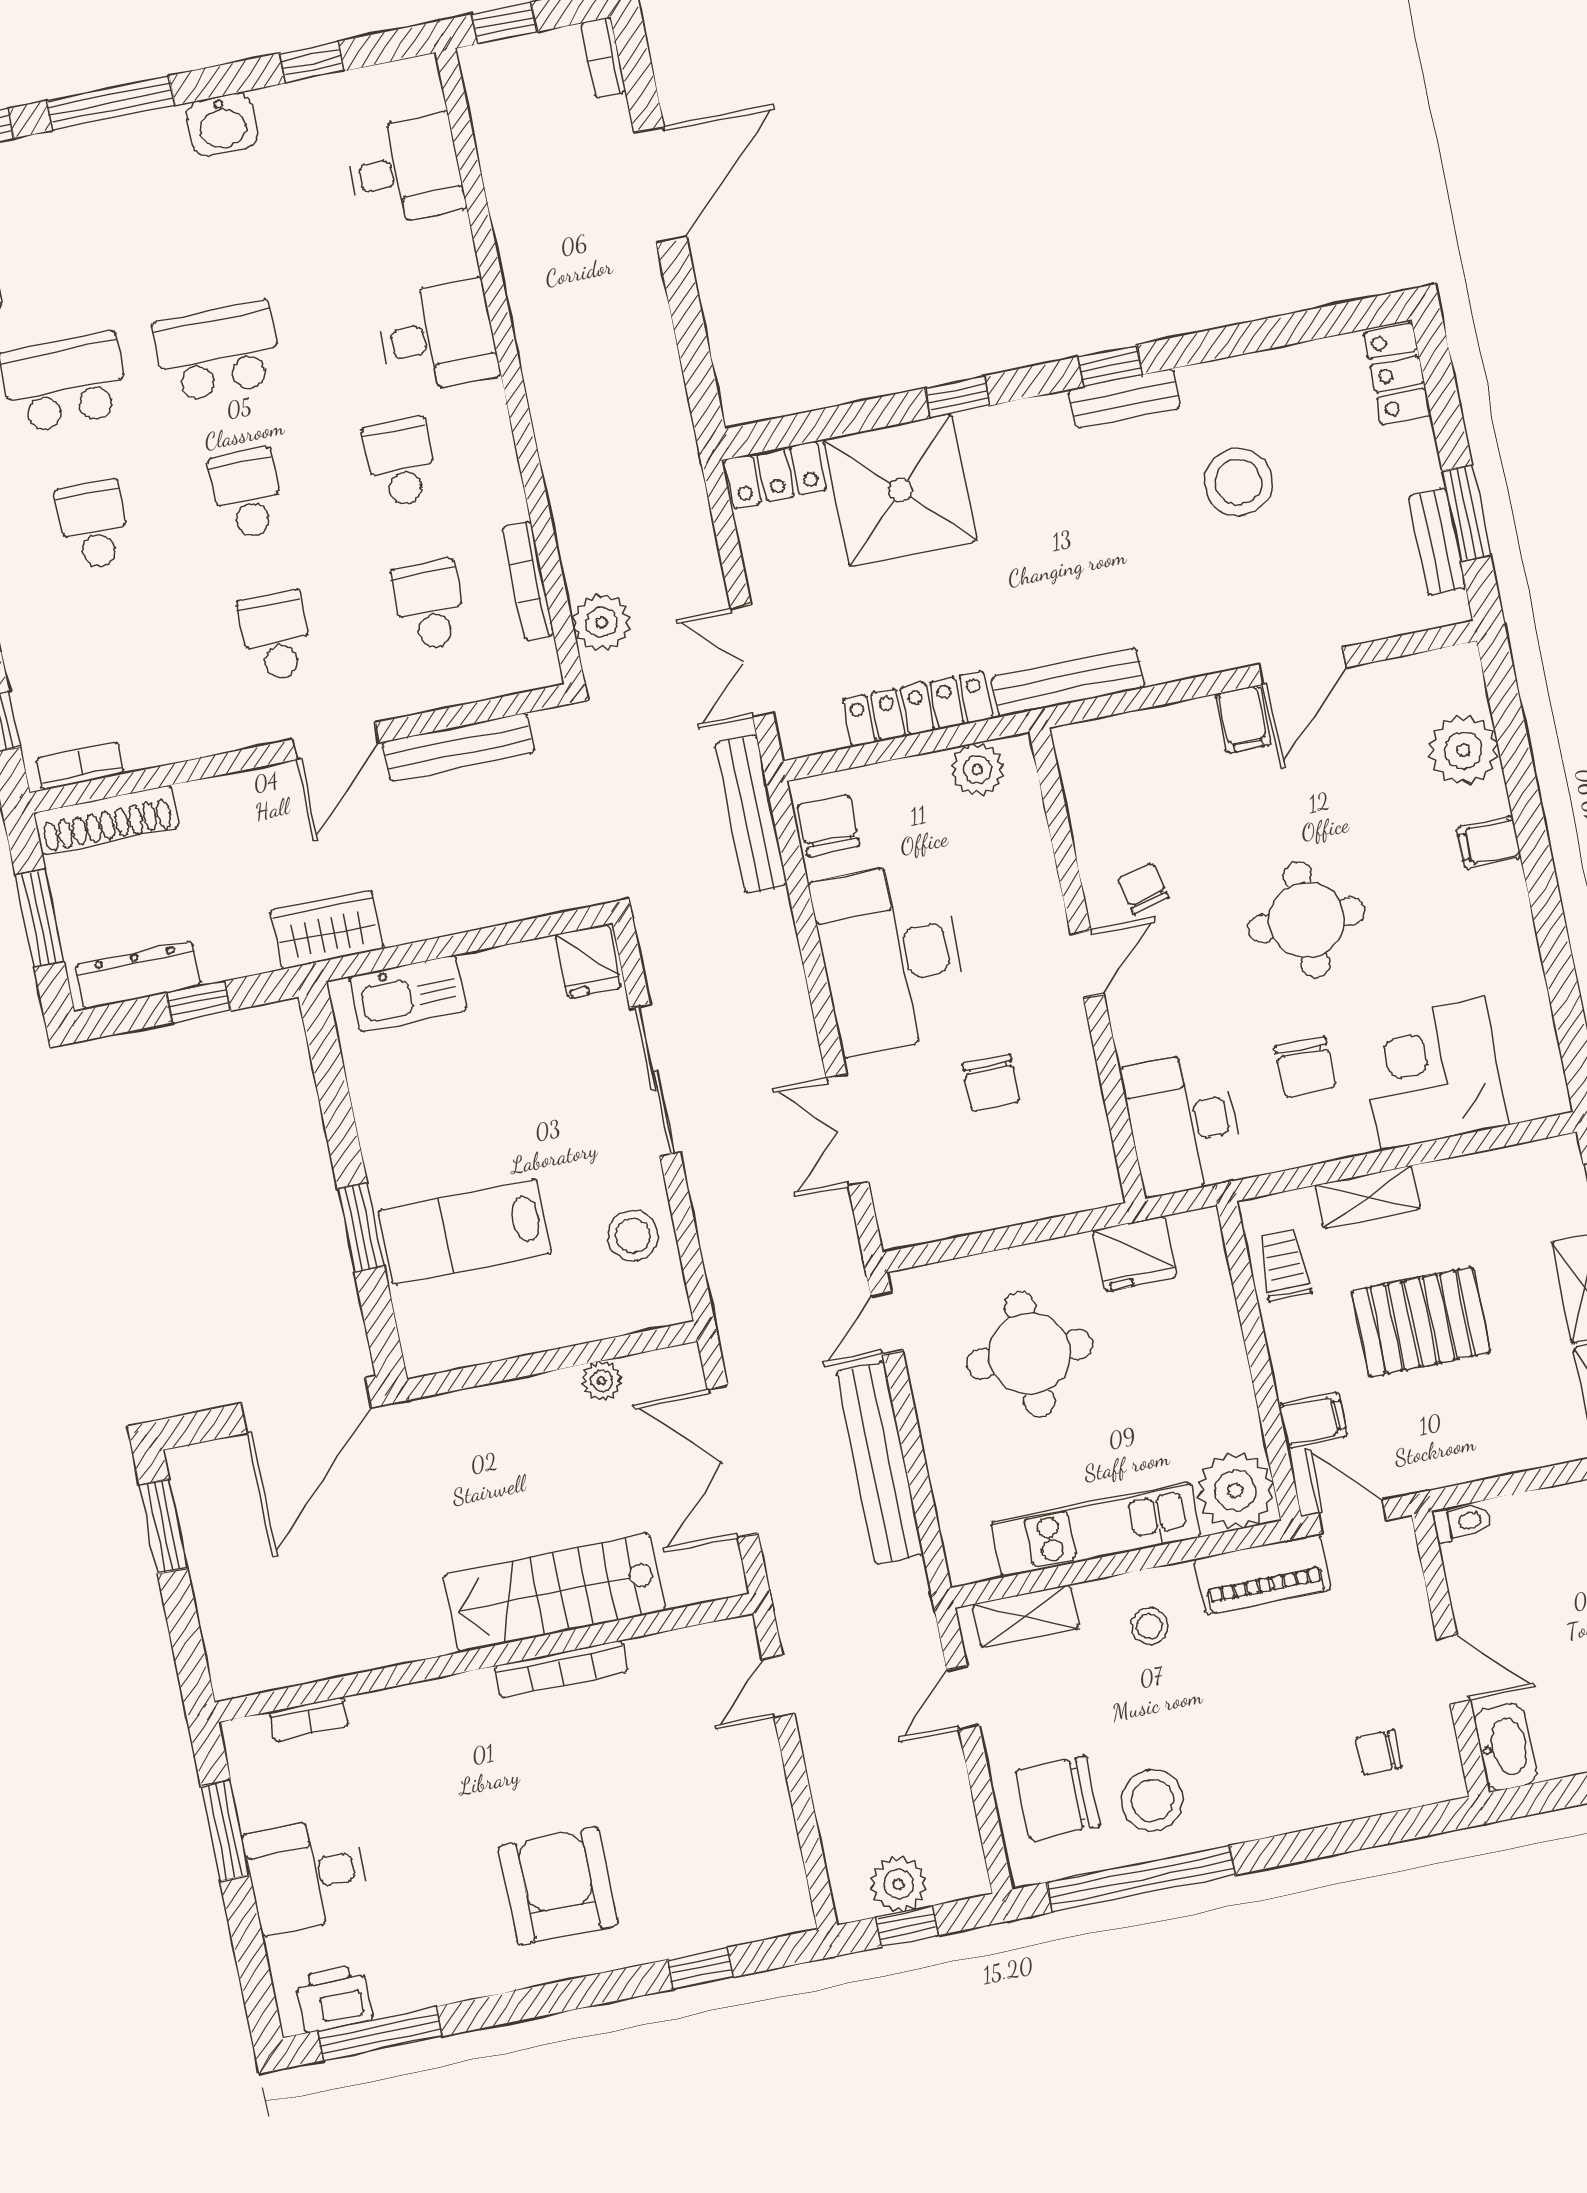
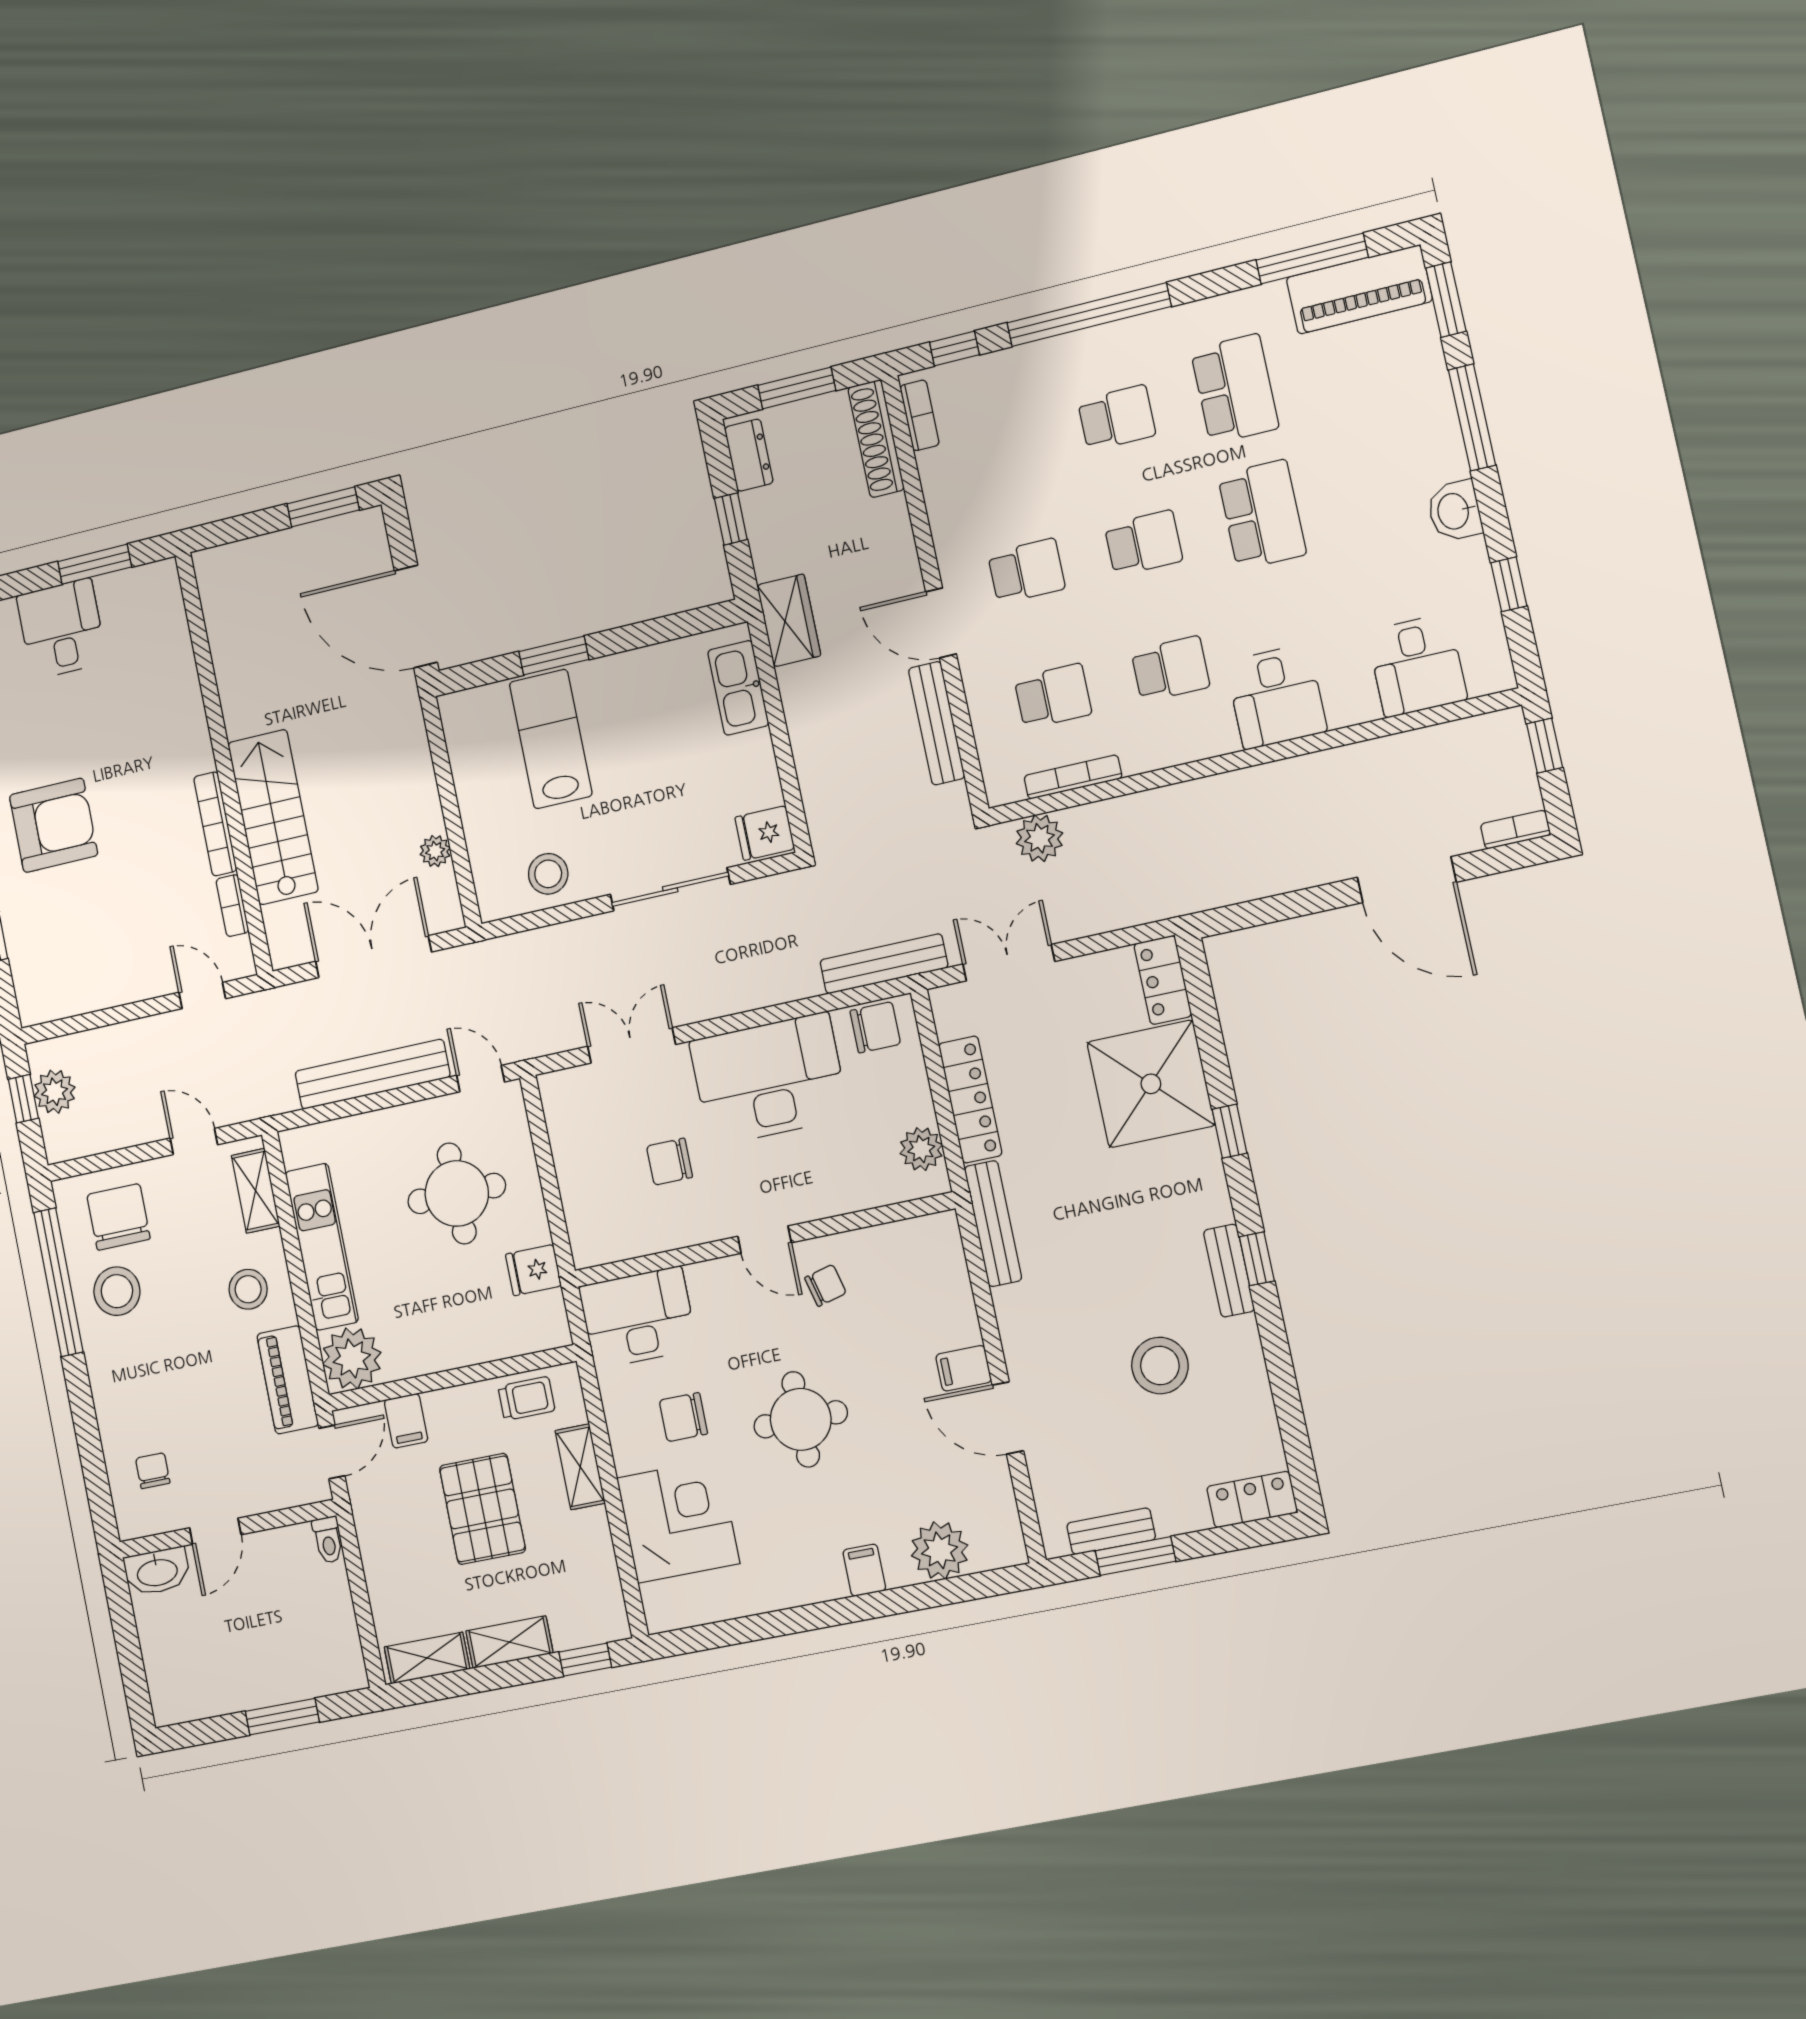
dresser: (138, 975) -> (749, 455), width x0.70
fridge: (1135, 1254) -> (534, 1270), width x0.72
stool: (1149, 1626) -> (248, 1289), width x1.37, depth x1.37
bookcase: (309, 1719) -> (232, 906), moved

